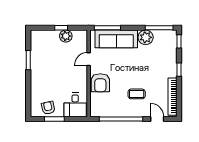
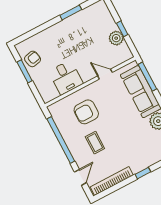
armchair: (100, 83) -> (86, 112), moved
desk: (75, 105) -> (66, 77), moved, turned -90

